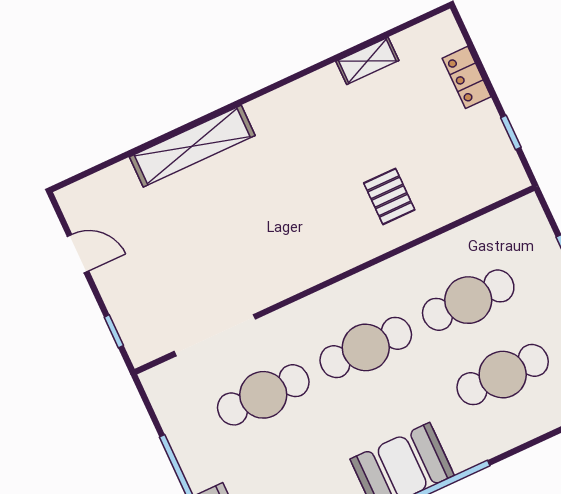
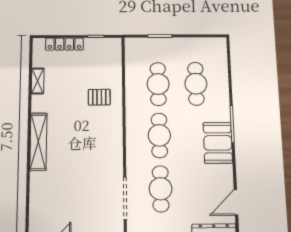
locker: (467, 77) -> (64, 44), width x1.53
shelving: (192, 146) -> (38, 142), moved

